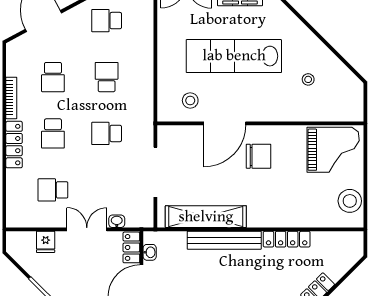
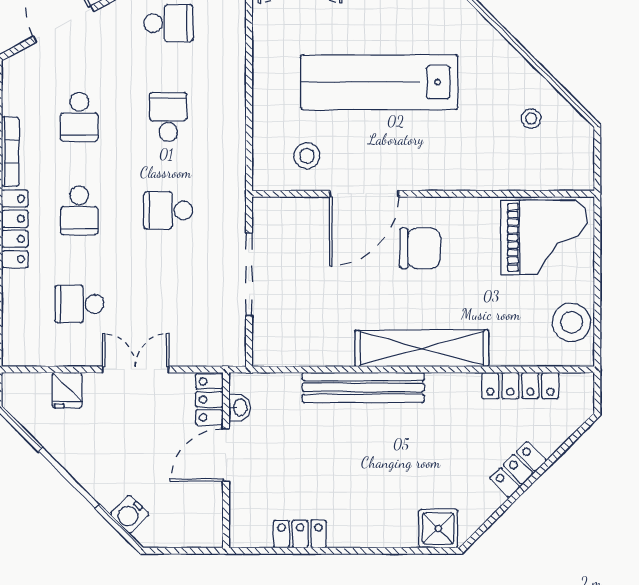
school desk: (107, 21) -> (168, 23), turned 180
stool: (308, 79) -> (531, 119), moved
shelving: (206, 217) -> (422, 348), moved
washbasin: (117, 221) -> (185, 356), removed
locker: (287, 239) -> (520, 386), moved

